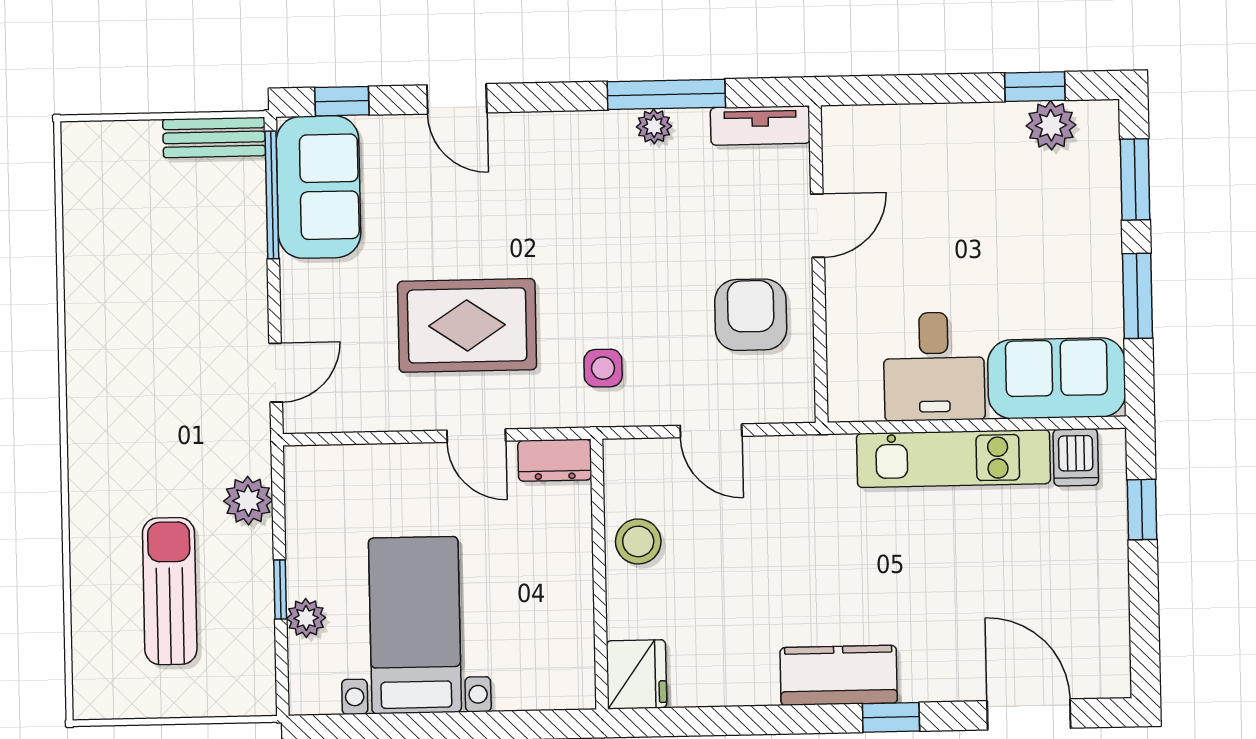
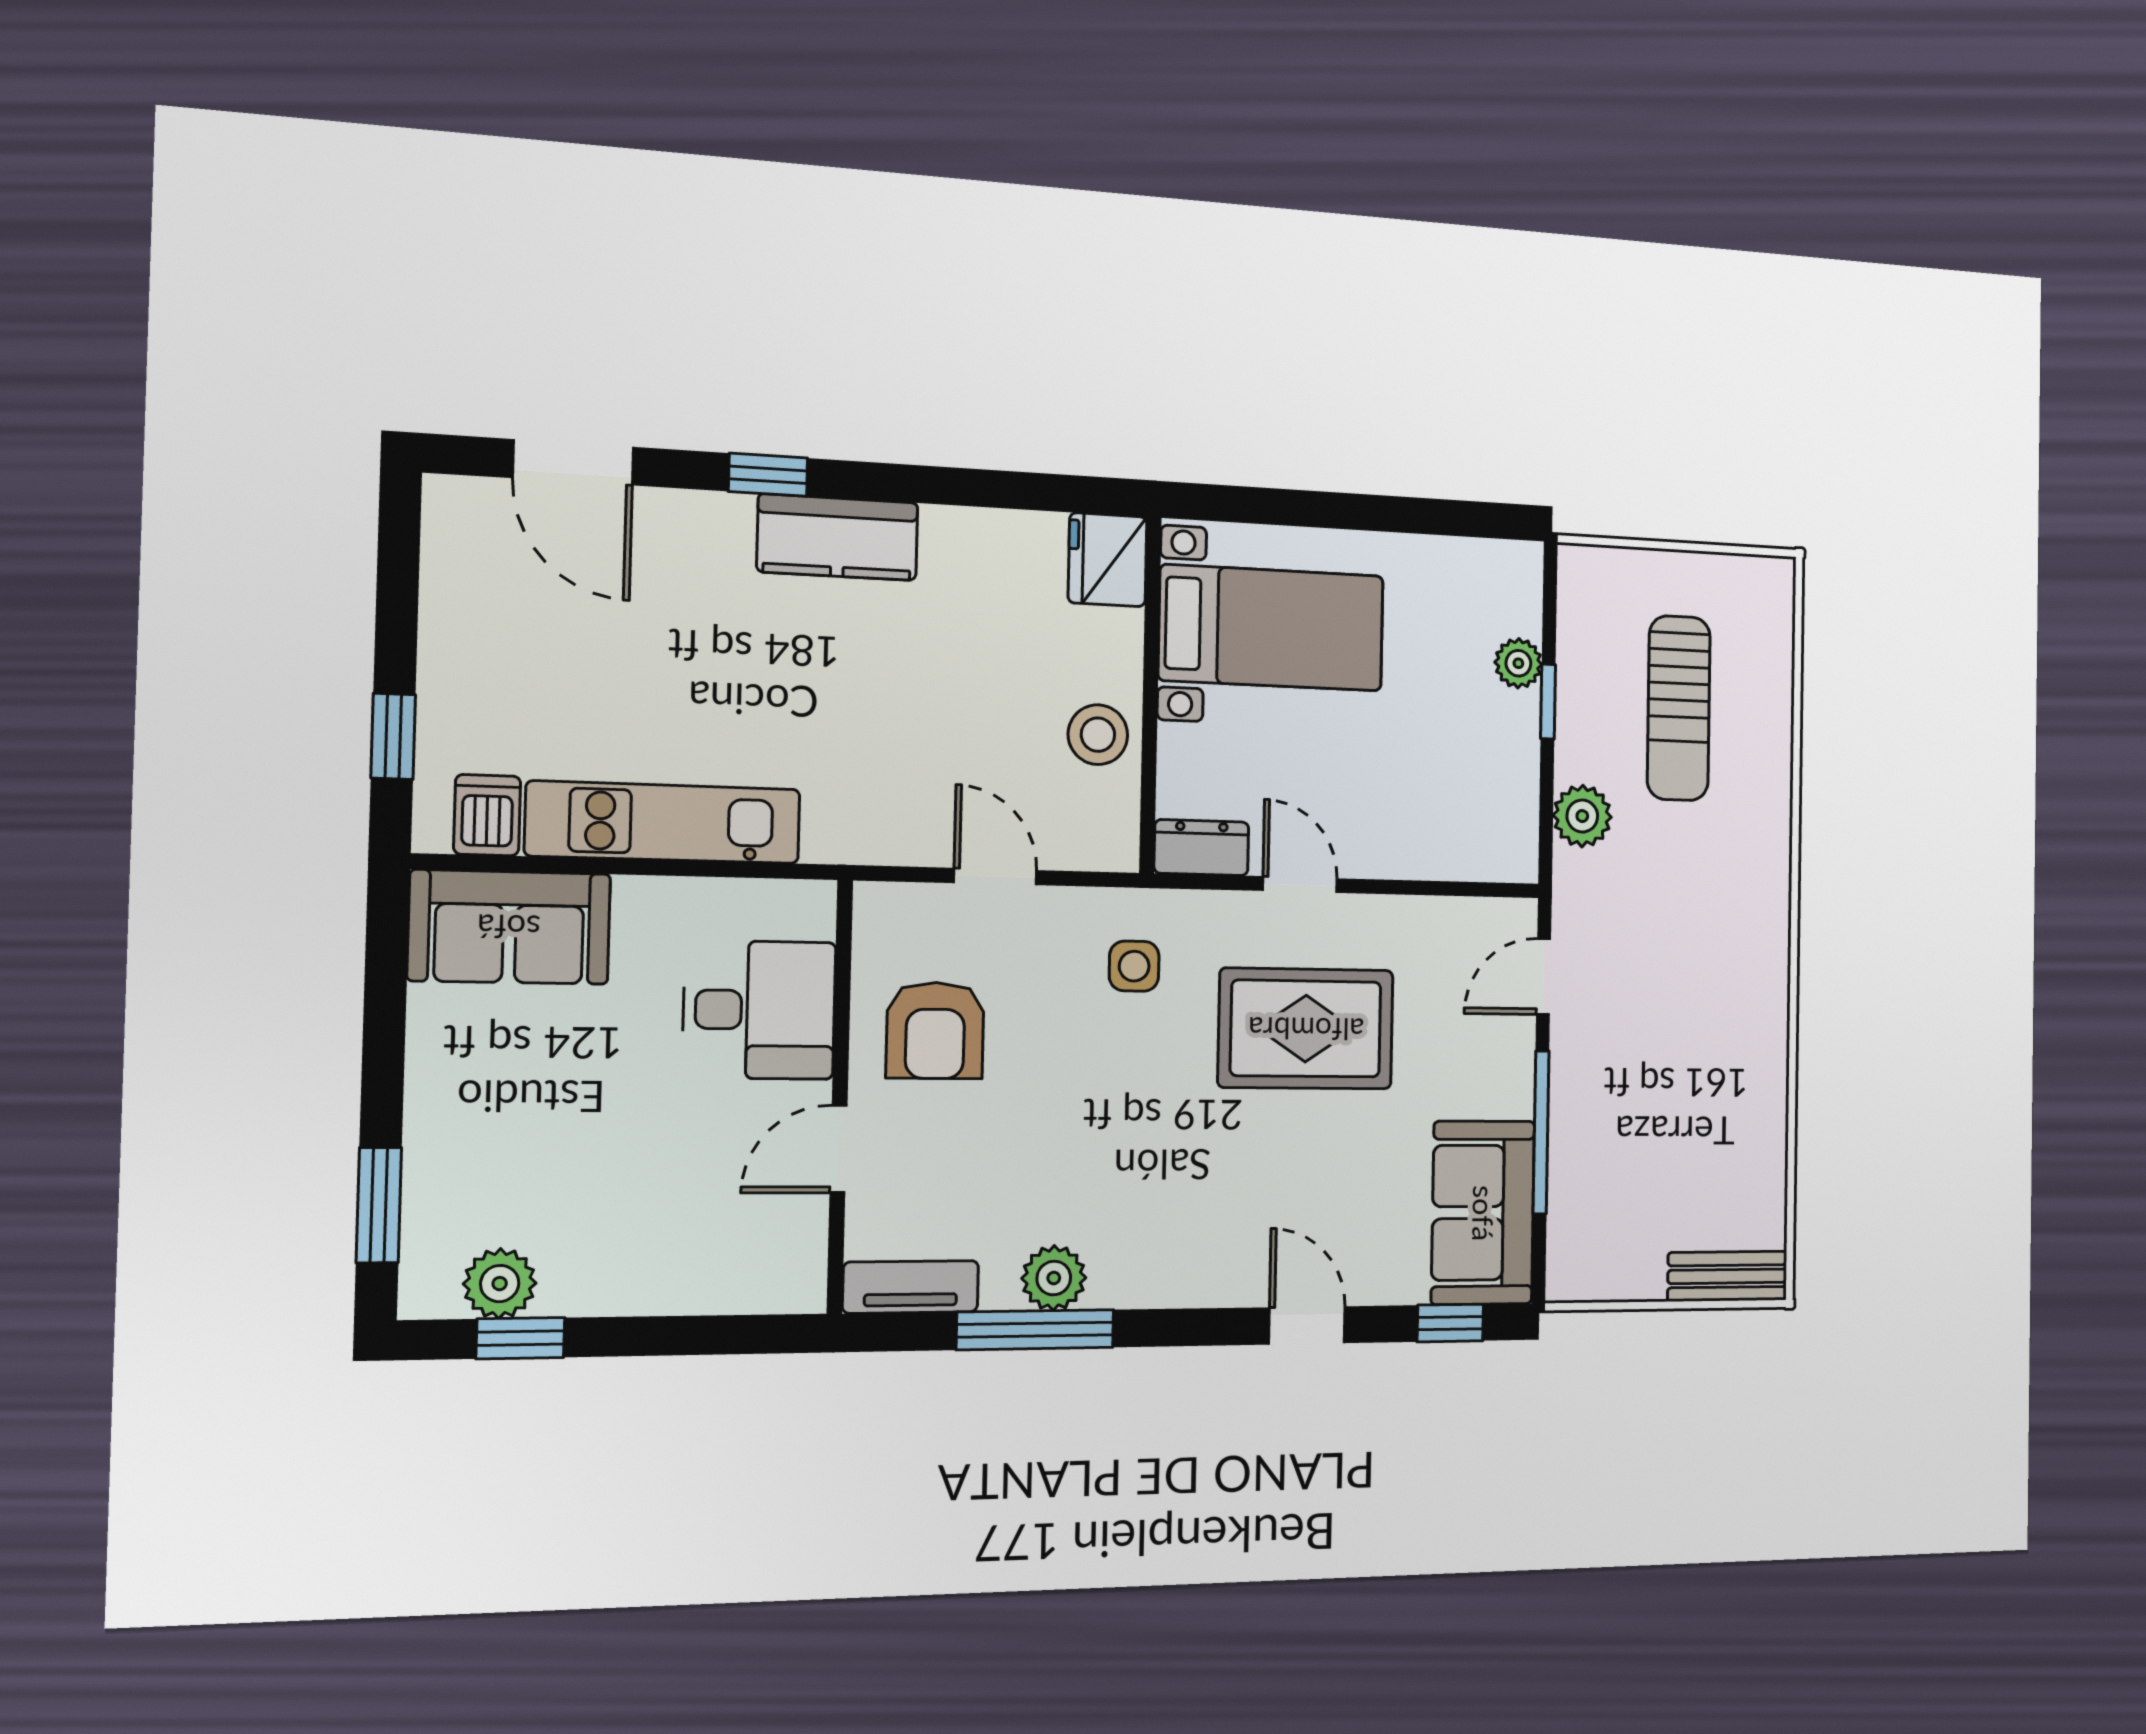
plant: (654, 126) -> (1054, 1278), width x1.38, depth x1.38
bench: (214, 137) -> (1727, 1276), moved
window: (272, 195) -> (1541, 1132), moved
window: (1137, 296) -> (384, 1039), removed
desk: (934, 366) -> (759, 1010), moved, turned 90
bed with nightstands: (415, 625) -> (1272, 628), moved, turned -90

